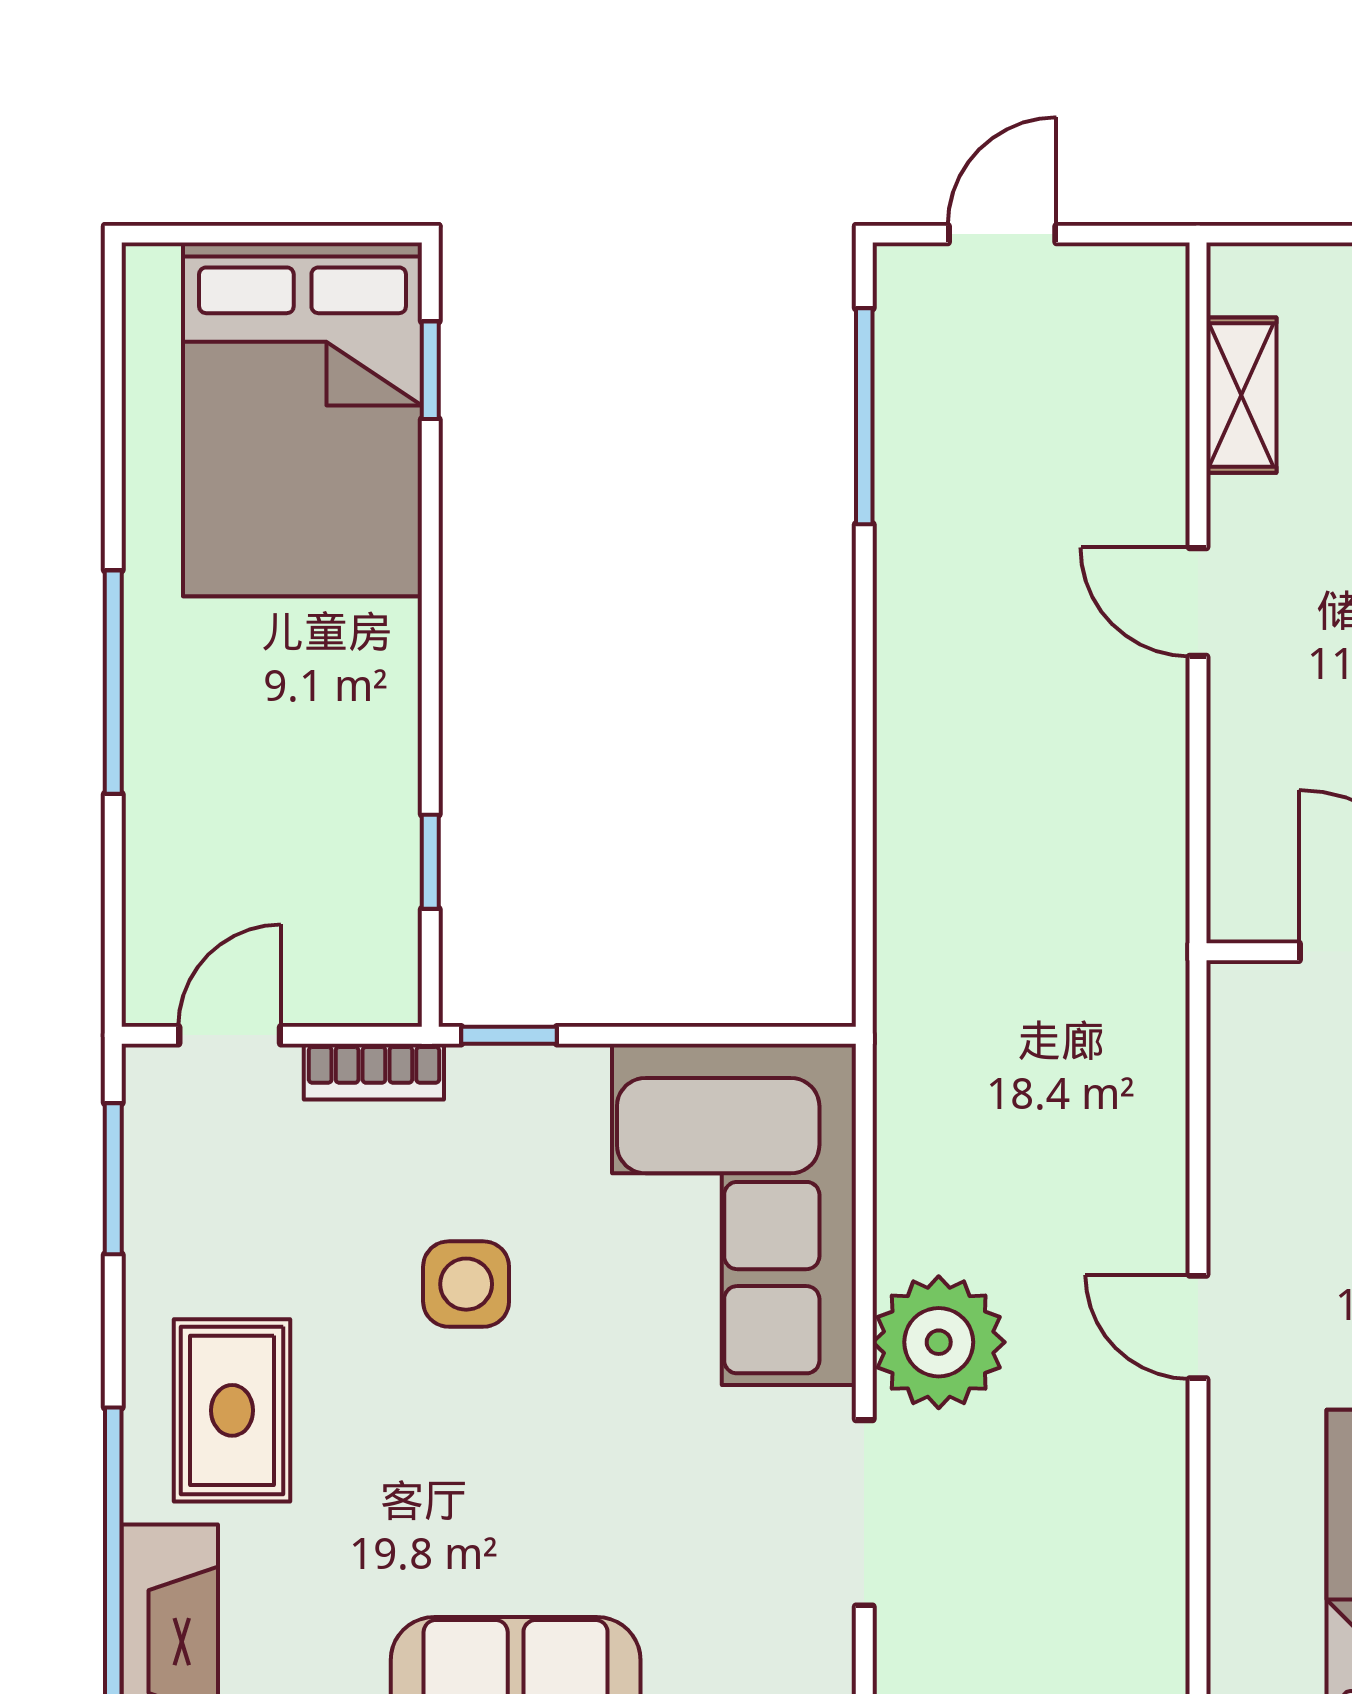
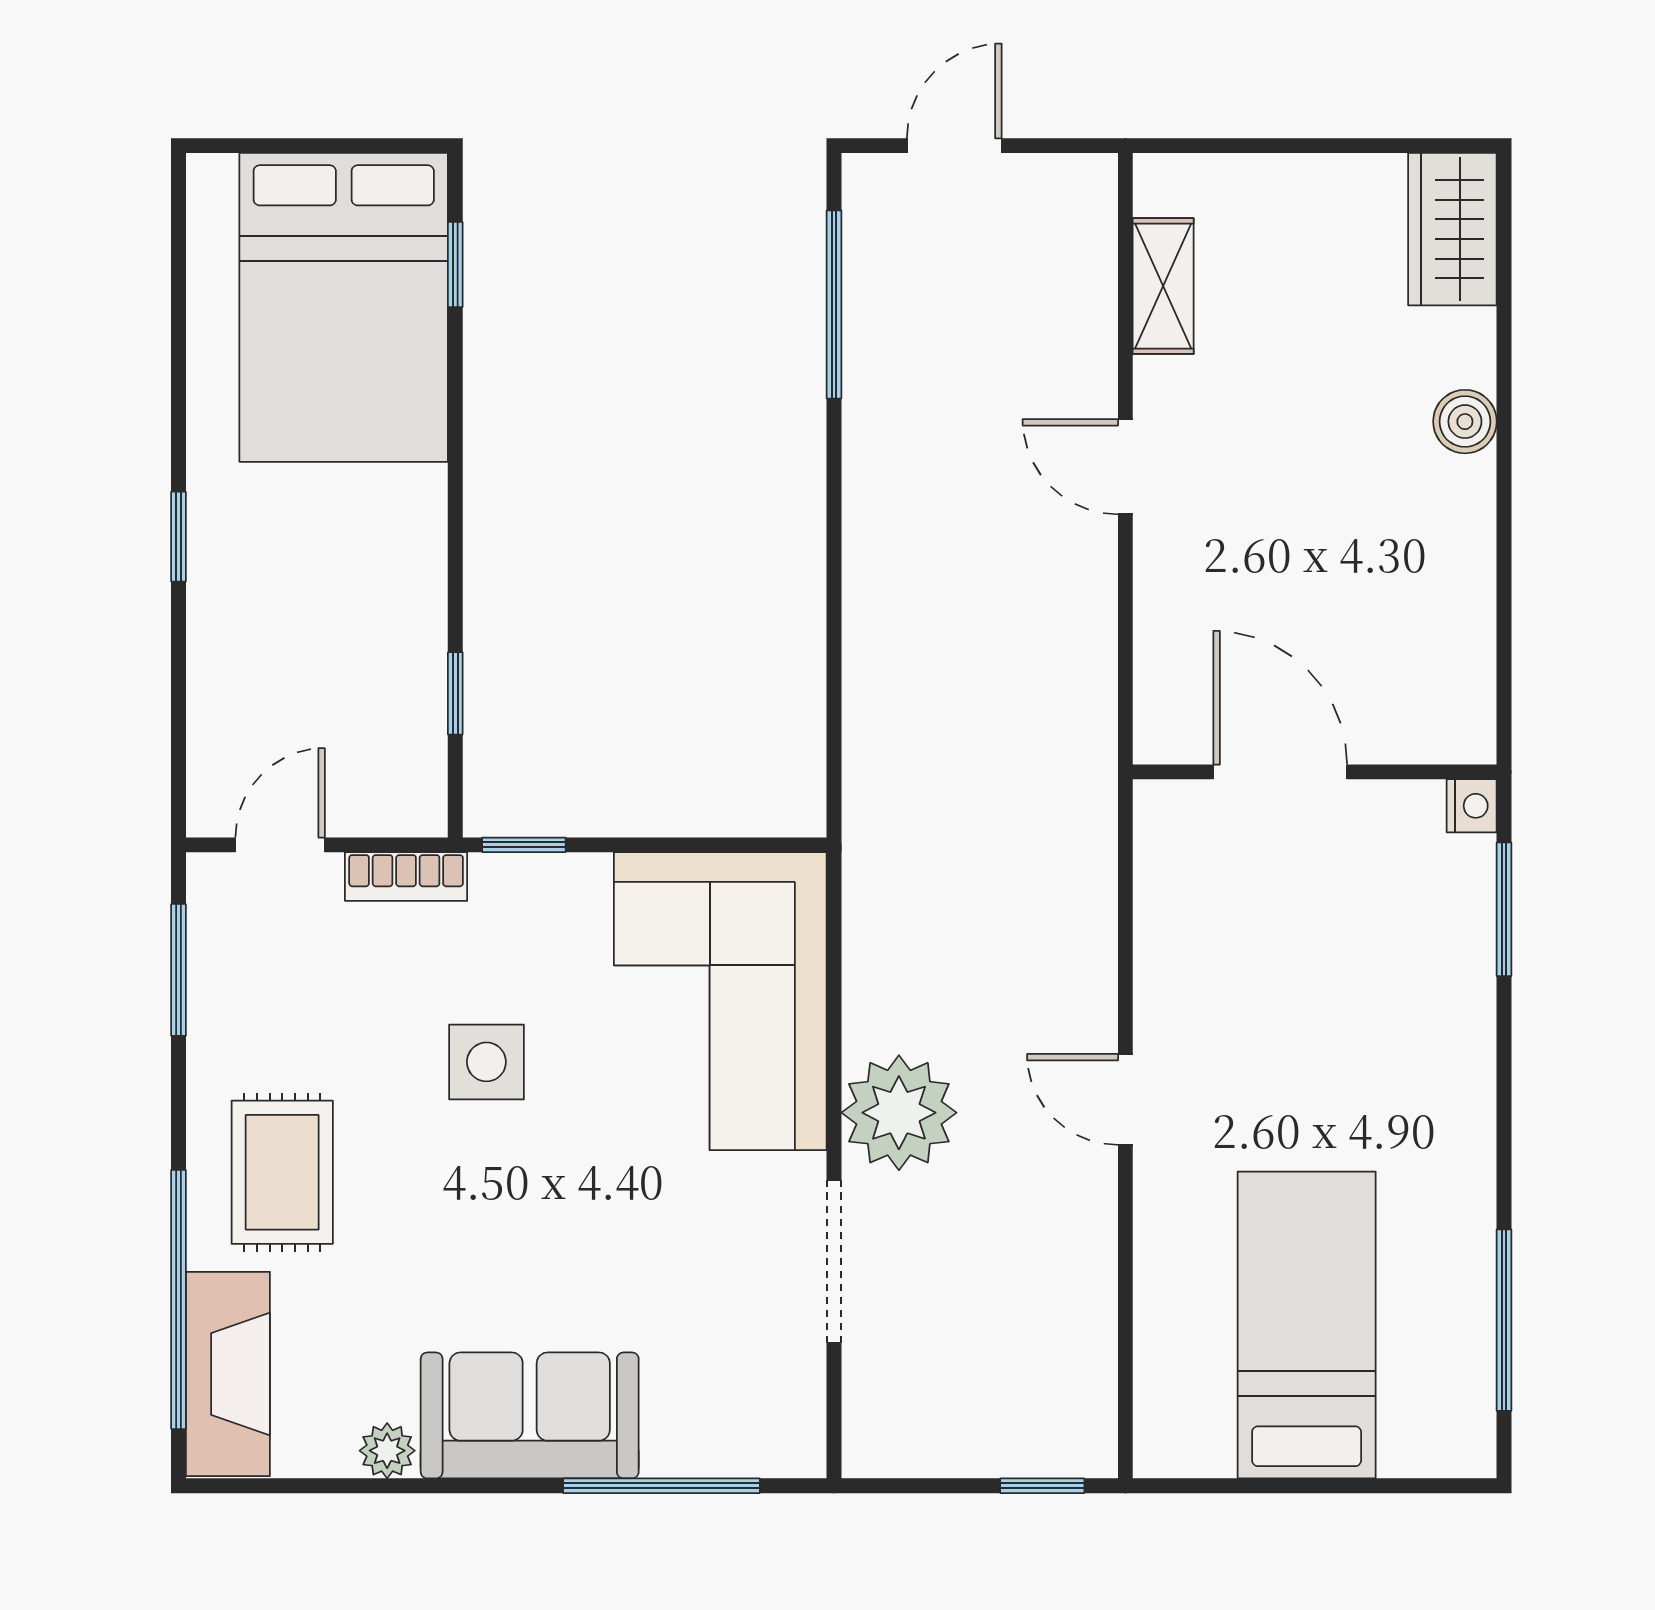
window: (113, 682) -> (178, 537), width x0.46

